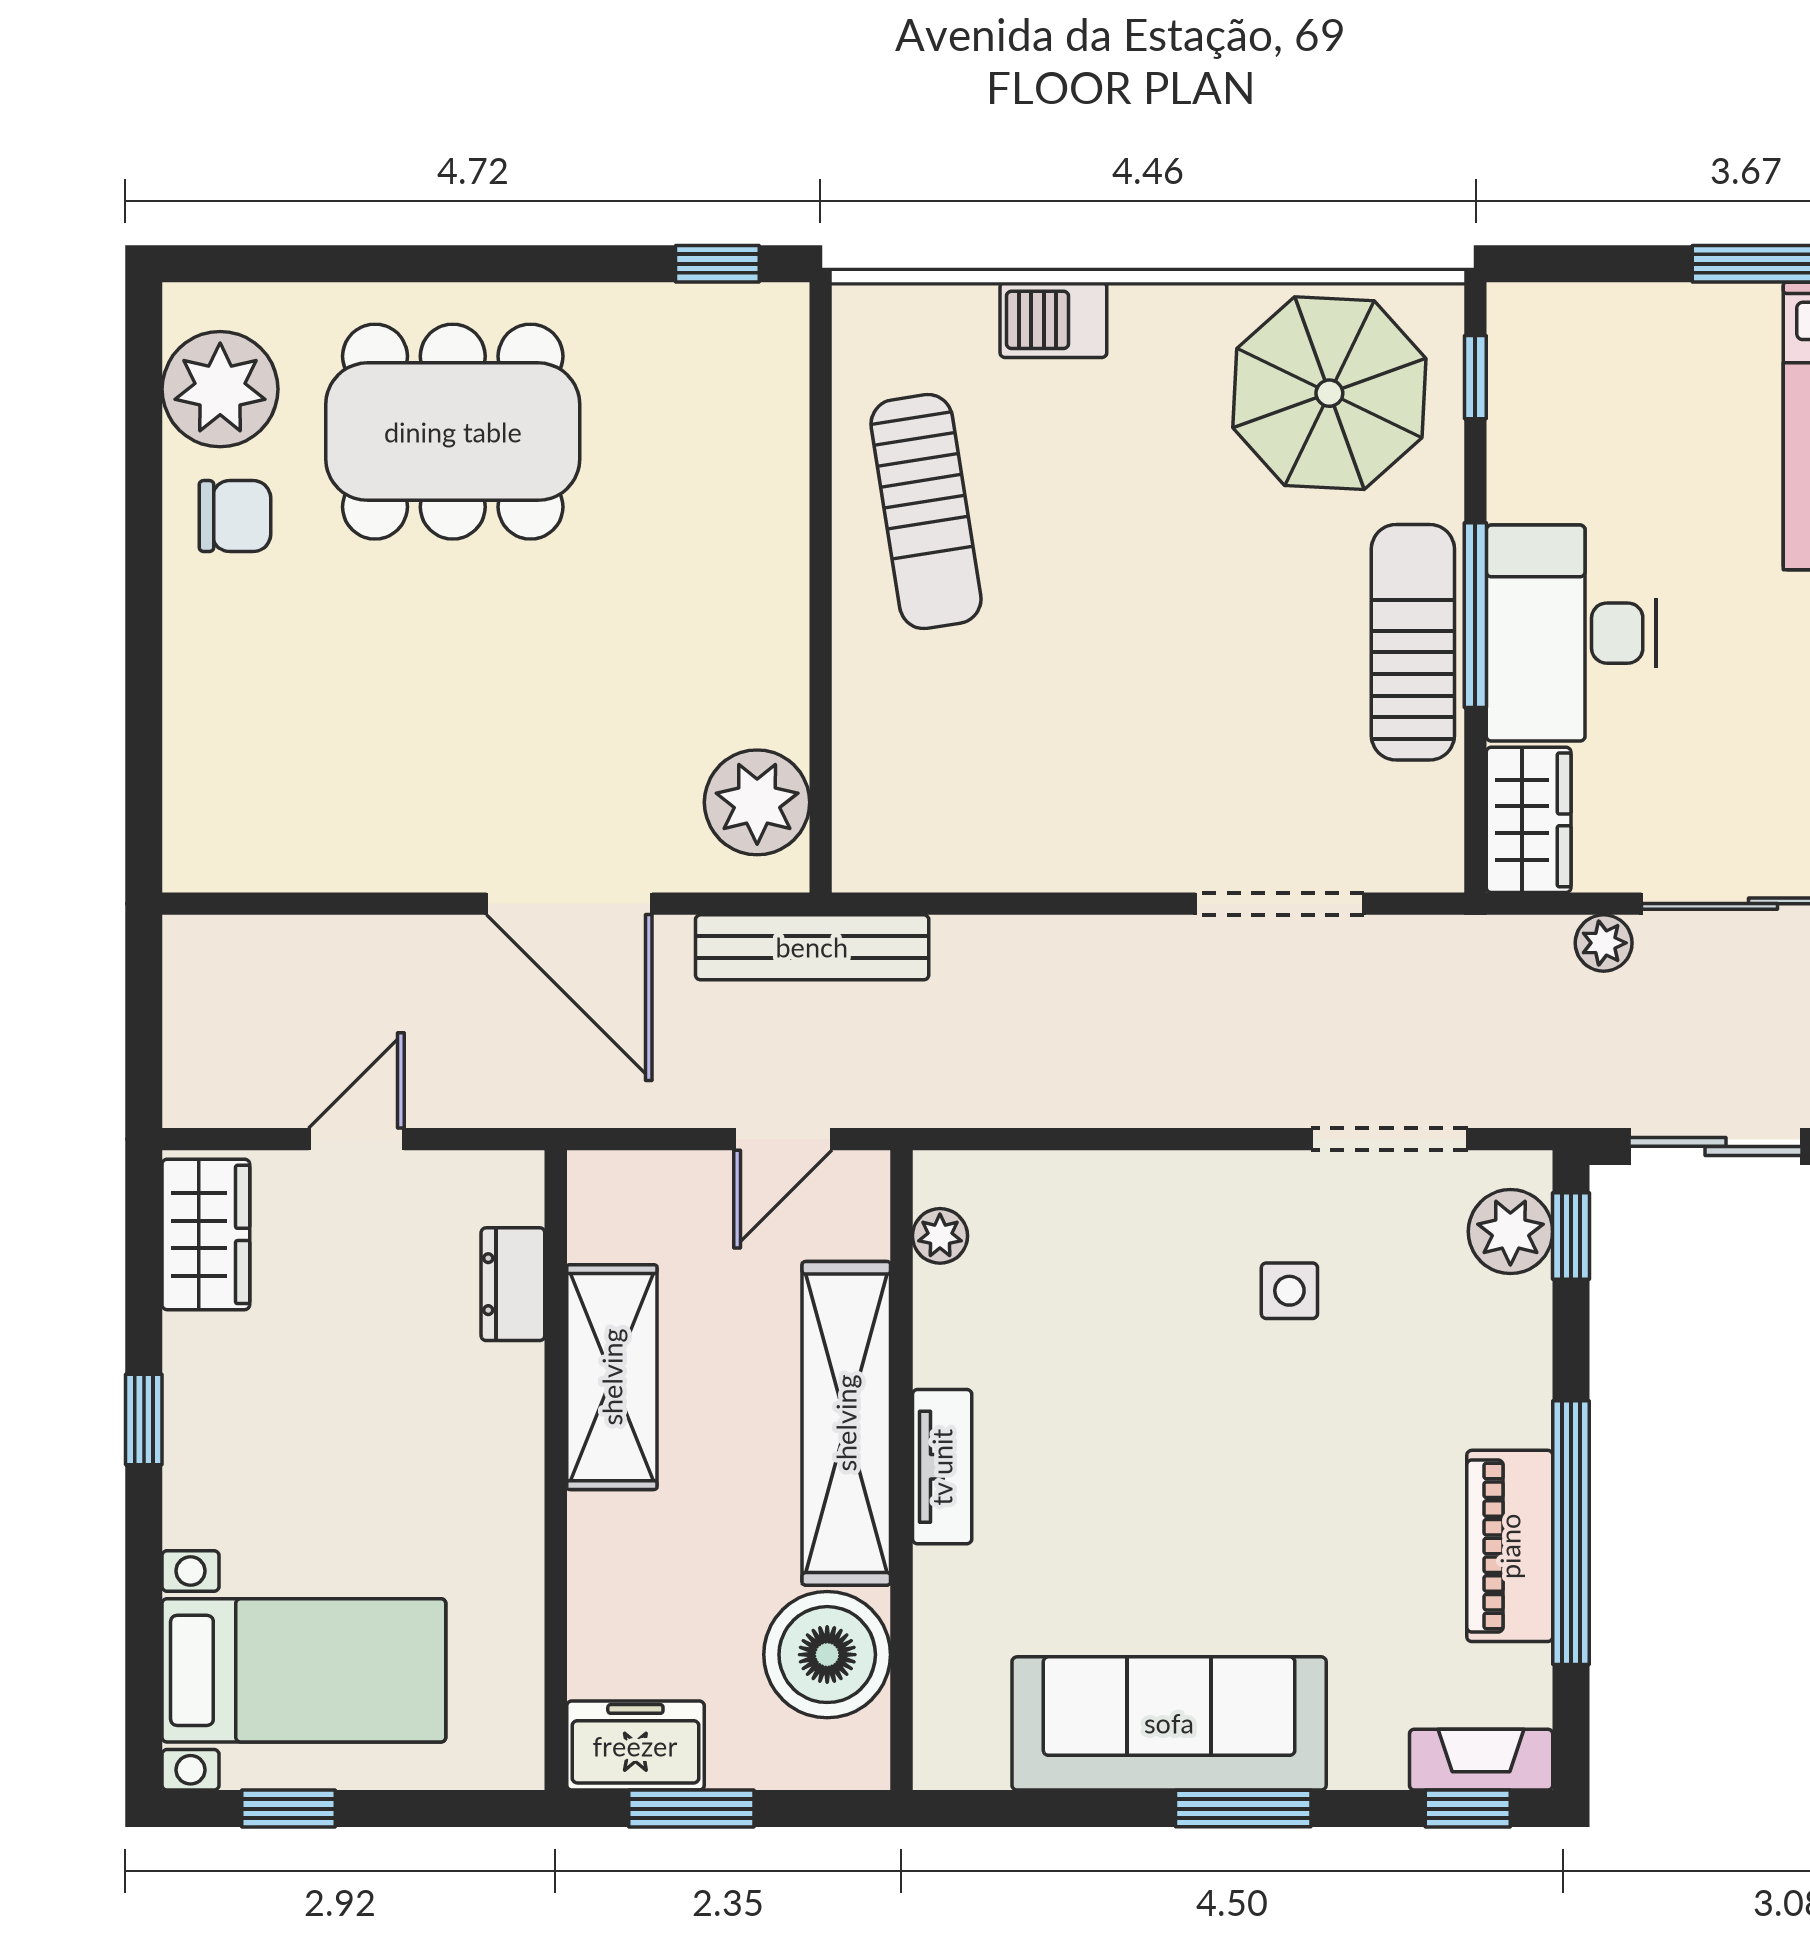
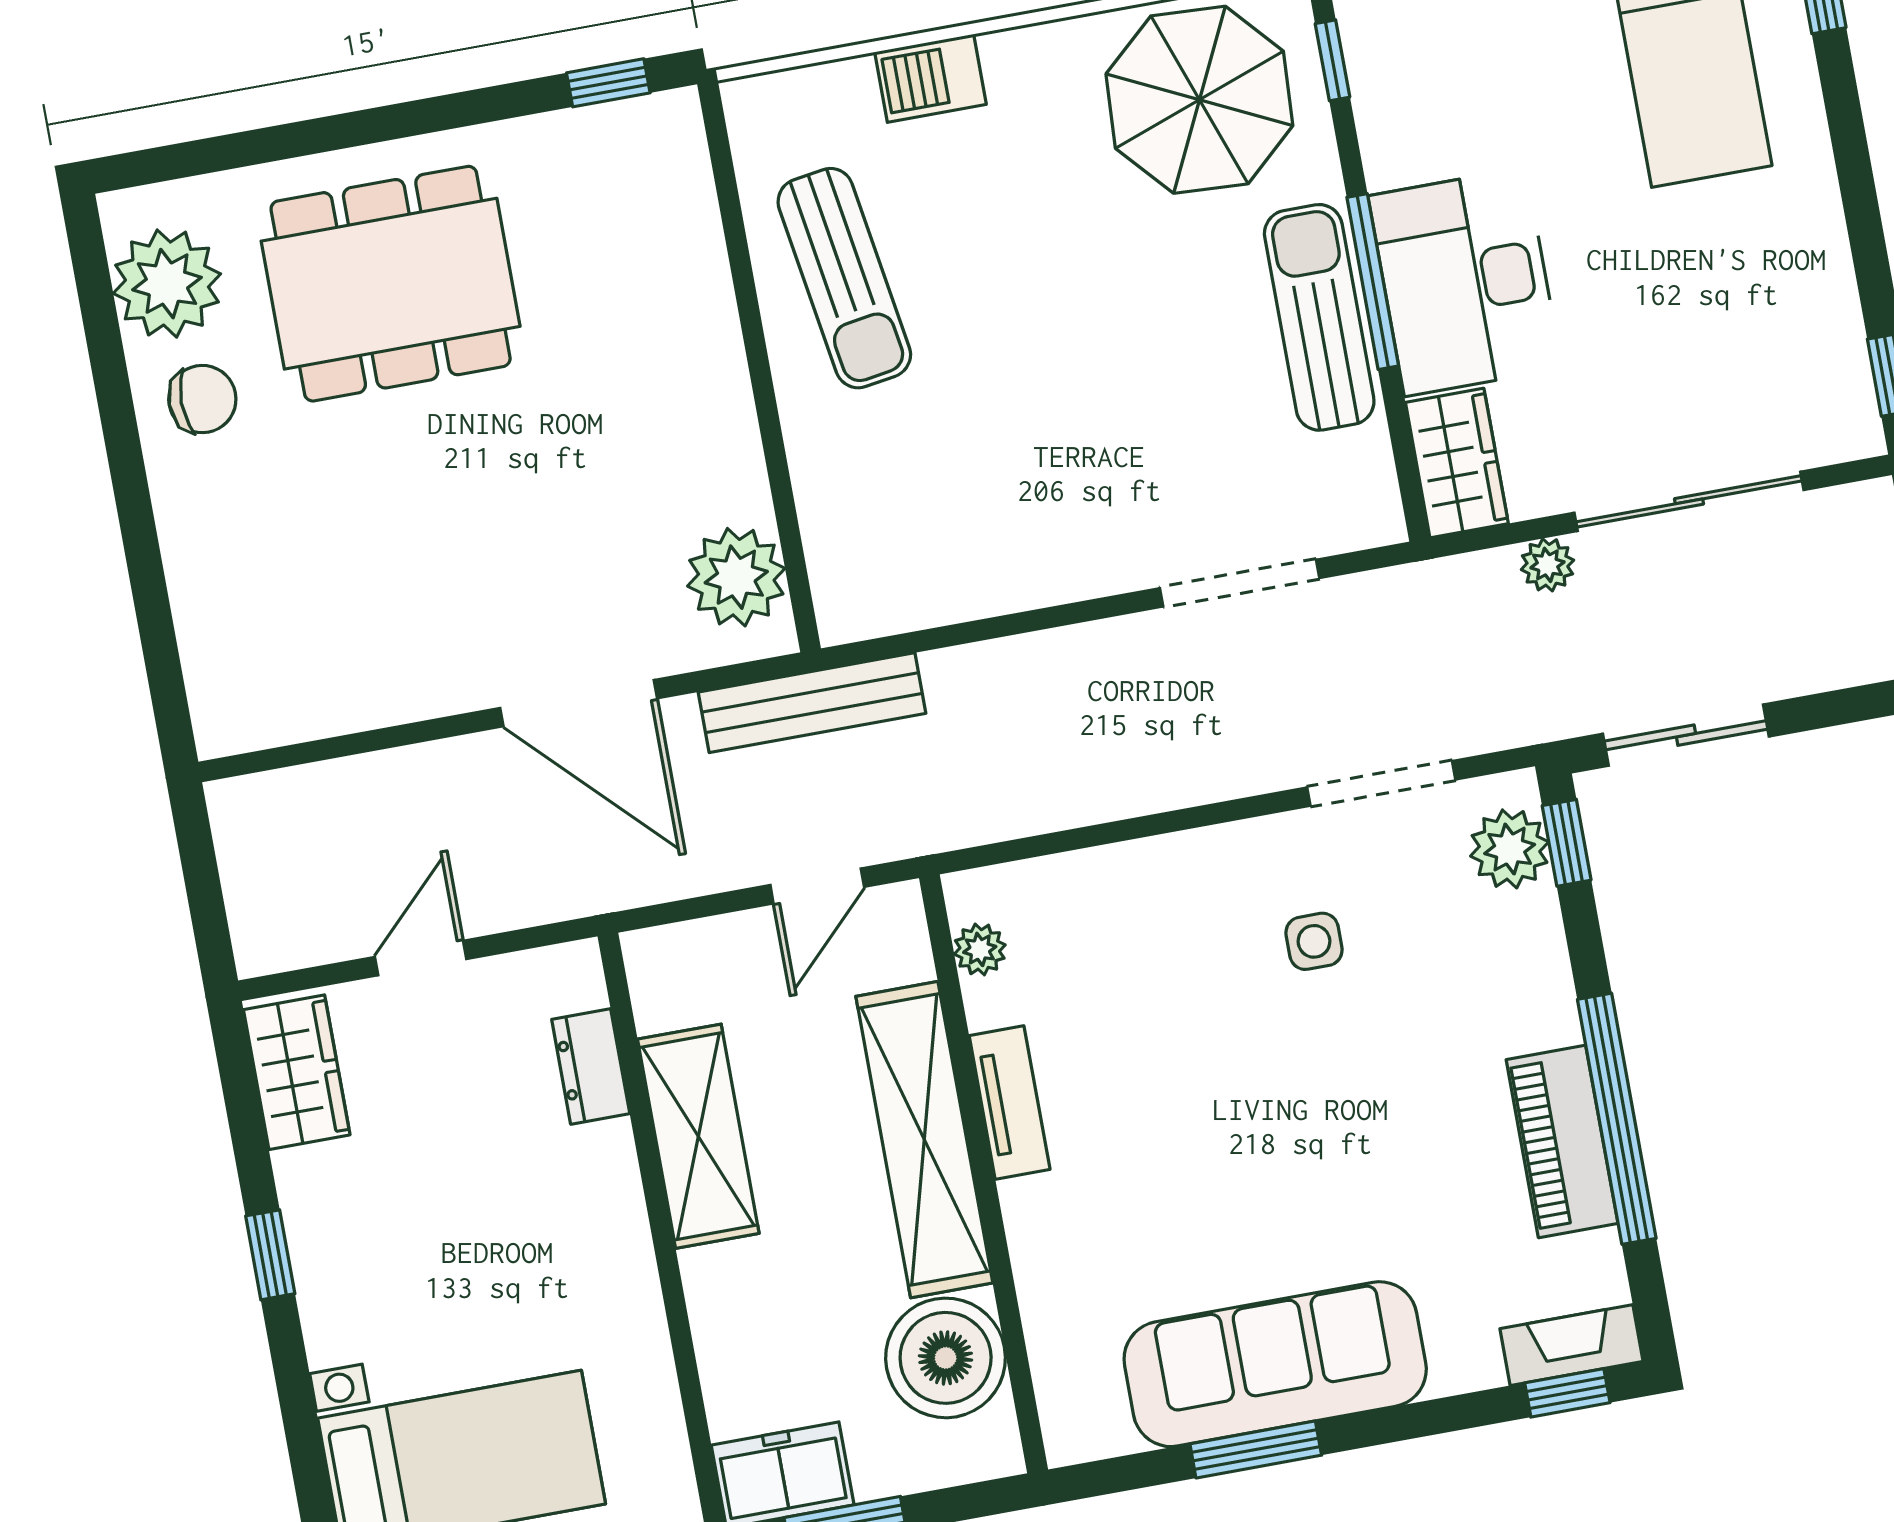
tv unit: (942, 1467) -> (1010, 1103), moved
window: (1243, 1809) -> (1256, 1449), moved

